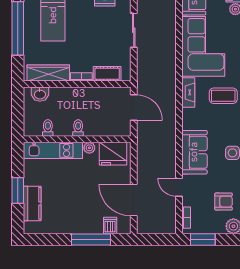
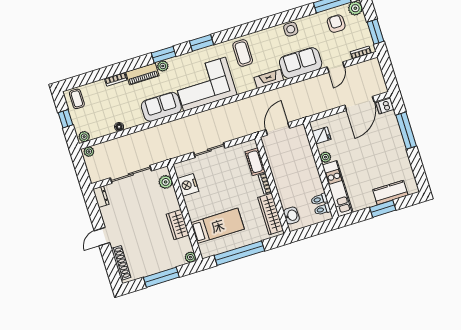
fireplace: (188, 92) -> (269, 79), moved
toilet: (78, 128) -> (322, 209), moved
fridge: (113, 154) -> (321, 135), width x0.53, depth x0.75
dishwasher: (110, 226) -> (385, 106), moved

